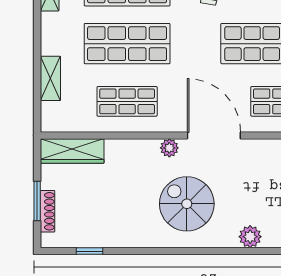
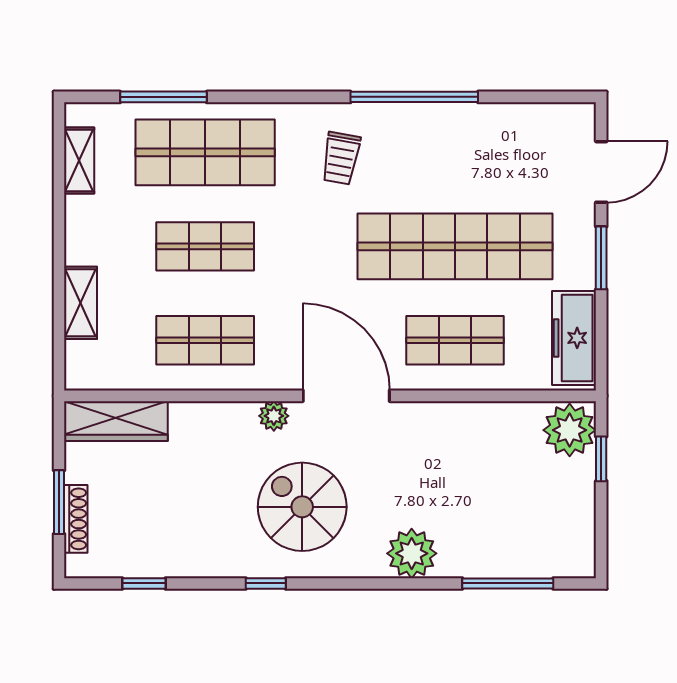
shop shelf: (127, 44) -> (205, 246), width x0.70, depth x0.74
plant: (250, 237) -> (412, 553), width x1.36, depth x1.36
window: (164, 251) -> (266, 583), added

